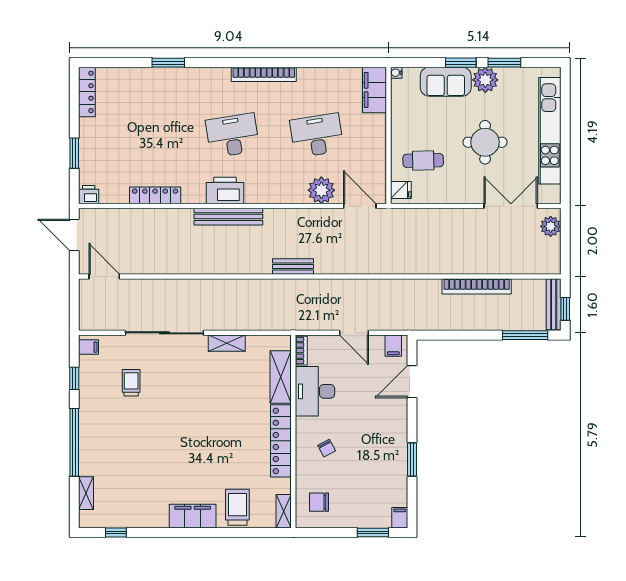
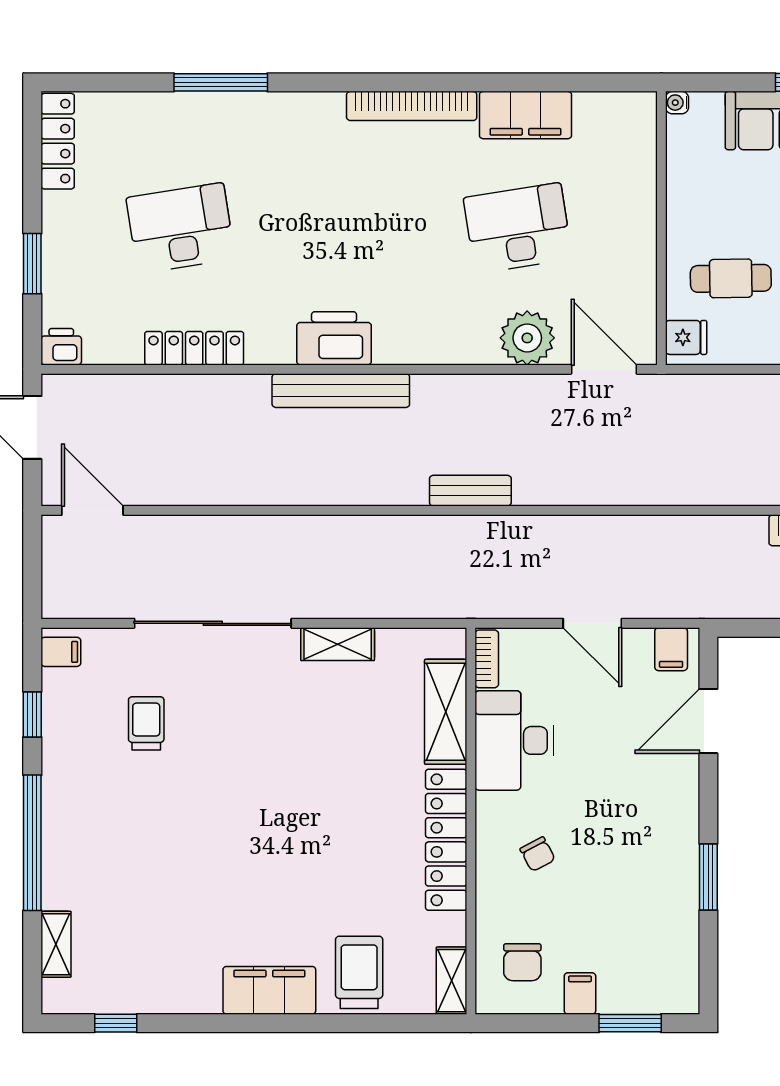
window: (168, 63) -> (221, 82), width x1.44
filing cabinet: (374, 90) -> (525, 115), moved, turned -90
desk: (233, 135) -> (181, 228), moved
chair: (319, 502) -> (522, 962), turned -90
filing cabinet: (400, 518) -> (580, 993), moved

